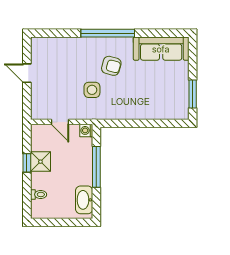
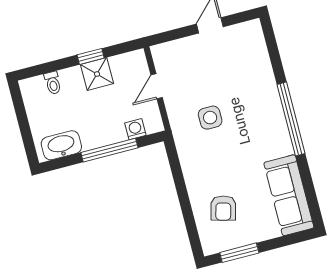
armchair: (111, 66) -> (223, 208), moved
washing machine: (86, 130) -> (135, 129), moved

